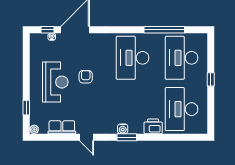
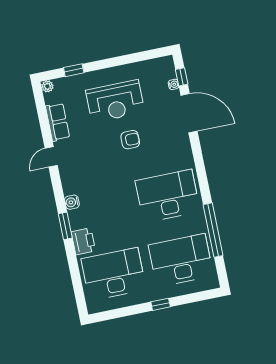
window: (127, 137) -> (65, 226), moved

